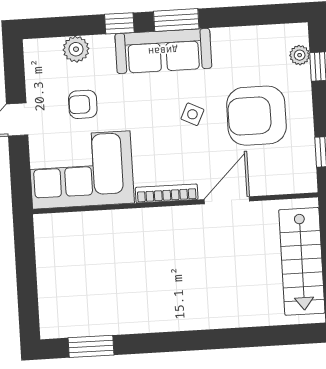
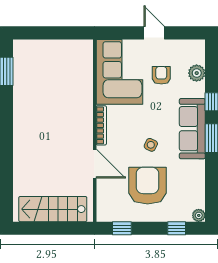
plant: (300, 55) -> (199, 215), moved

